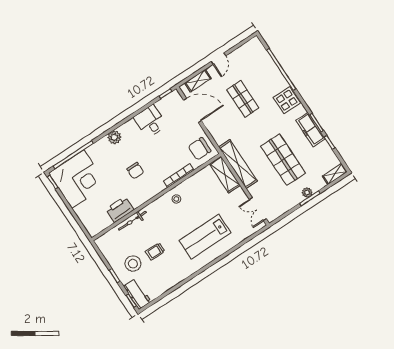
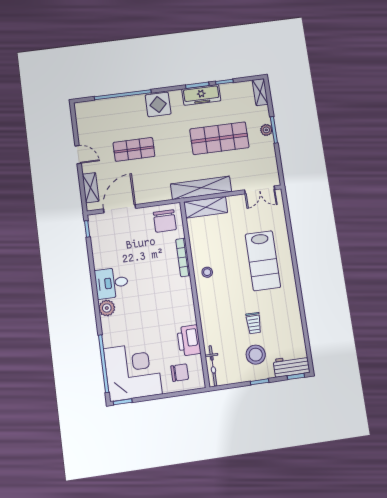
desk: (150, 121) -> (112, 283), moved
chair: (135, 171) -> (180, 373), moved
bicycle: (132, 221) -> (213, 366), moved

